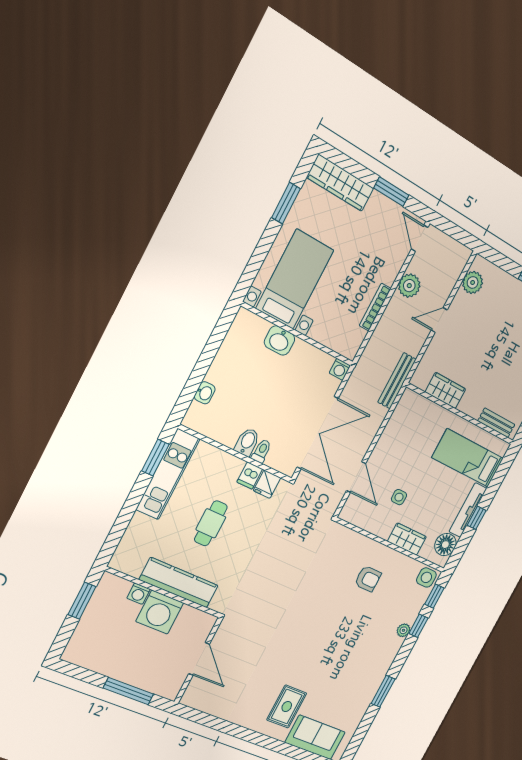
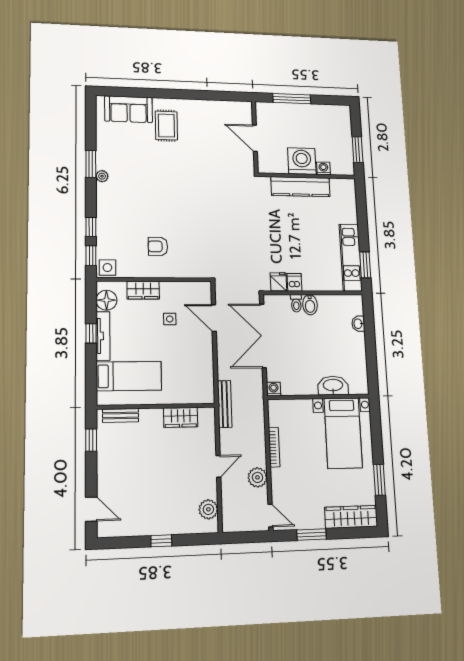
washbasin: (280, 340) -> (333, 386), width x1.38
cafe table: (211, 523) -> (302, 237), removed
plant: (403, 630) -> (102, 176), moved

